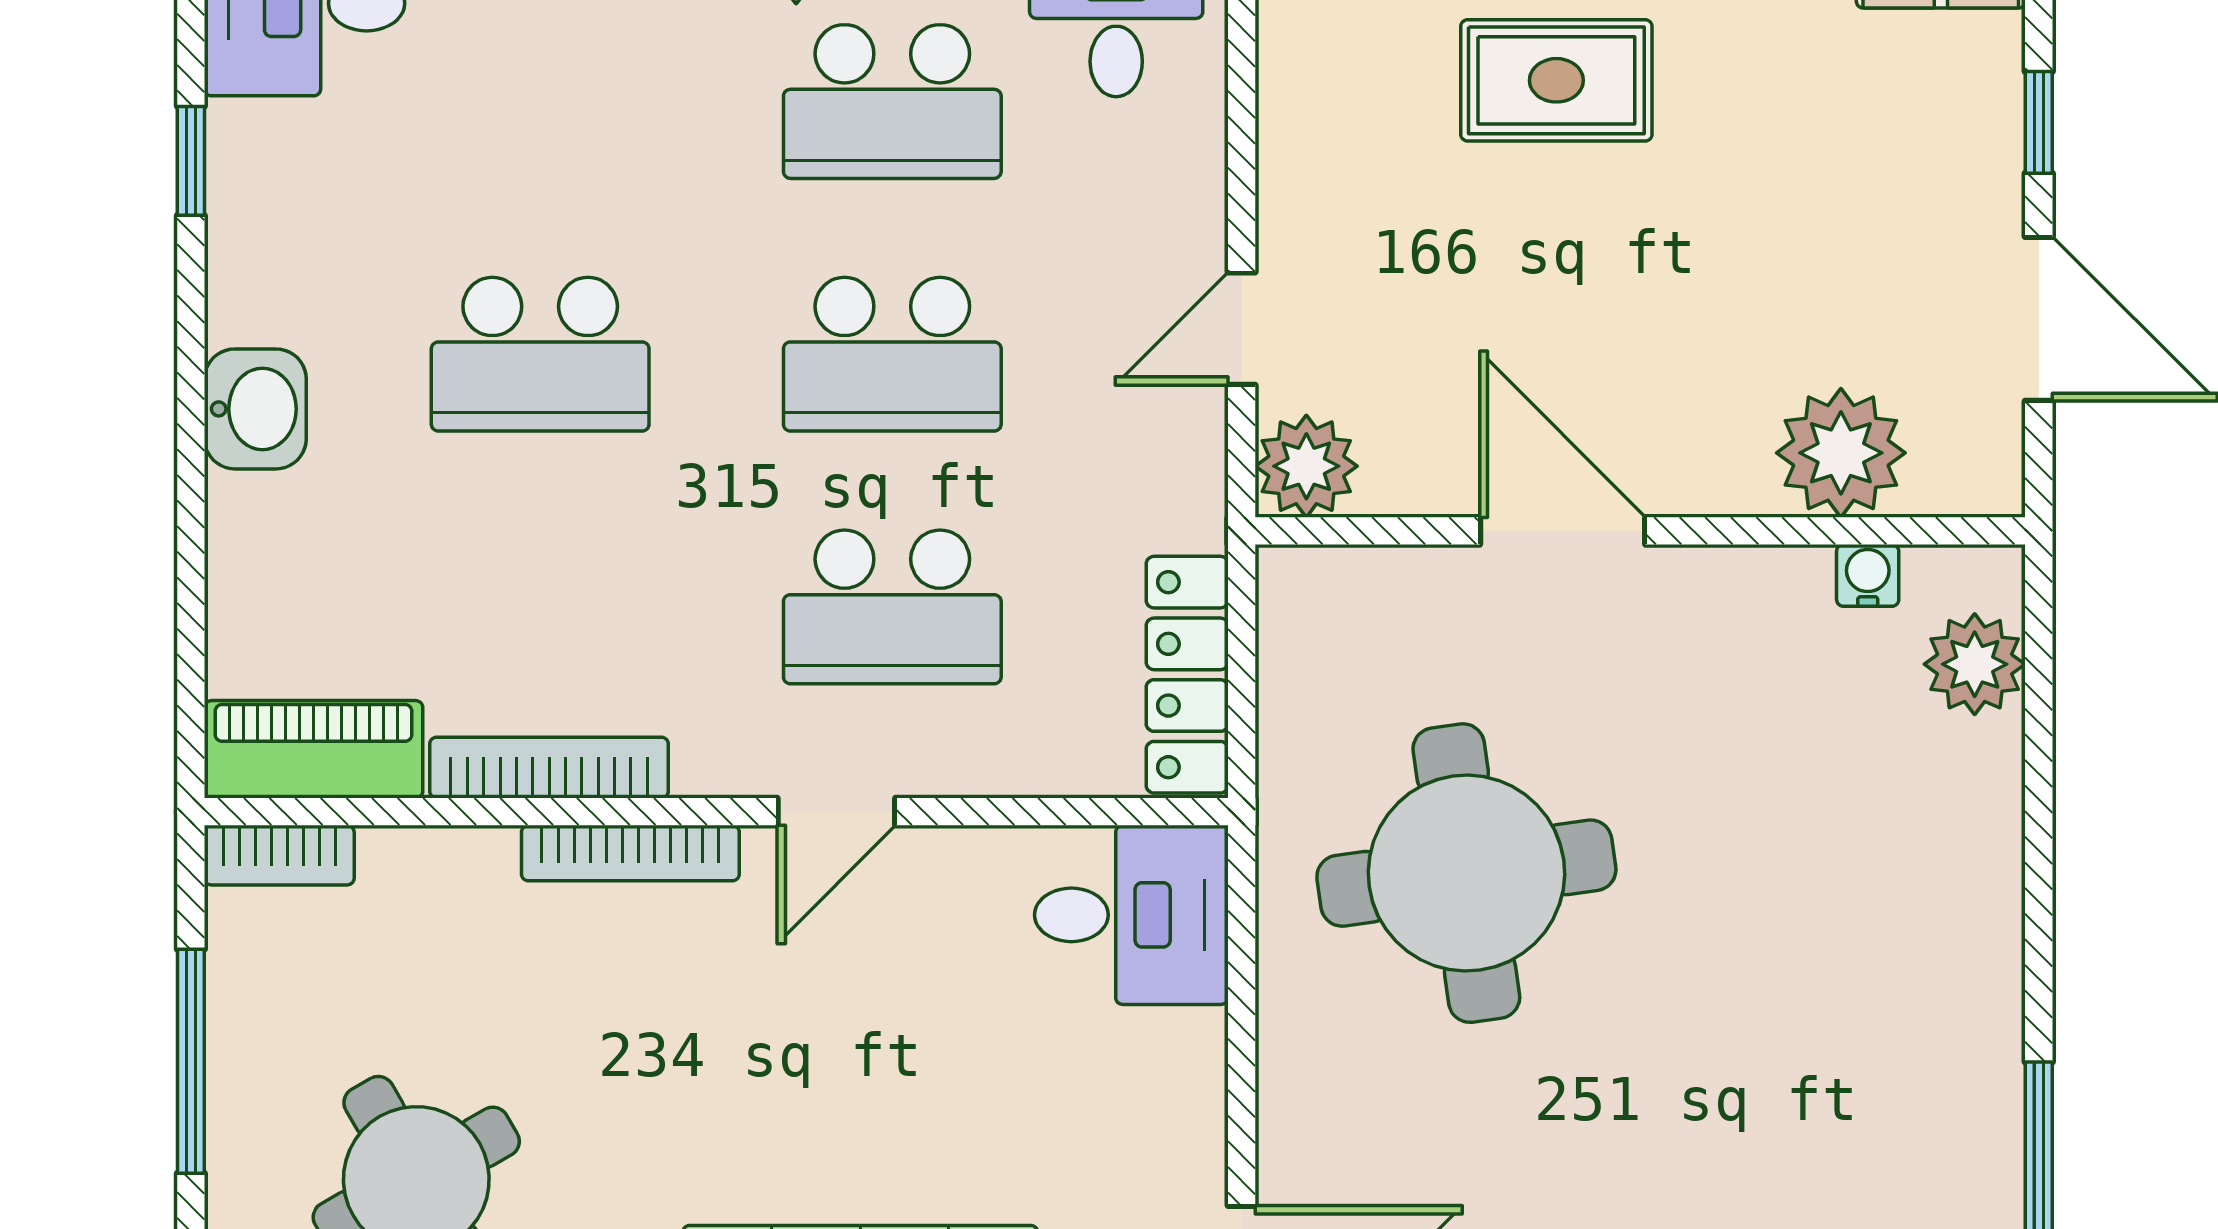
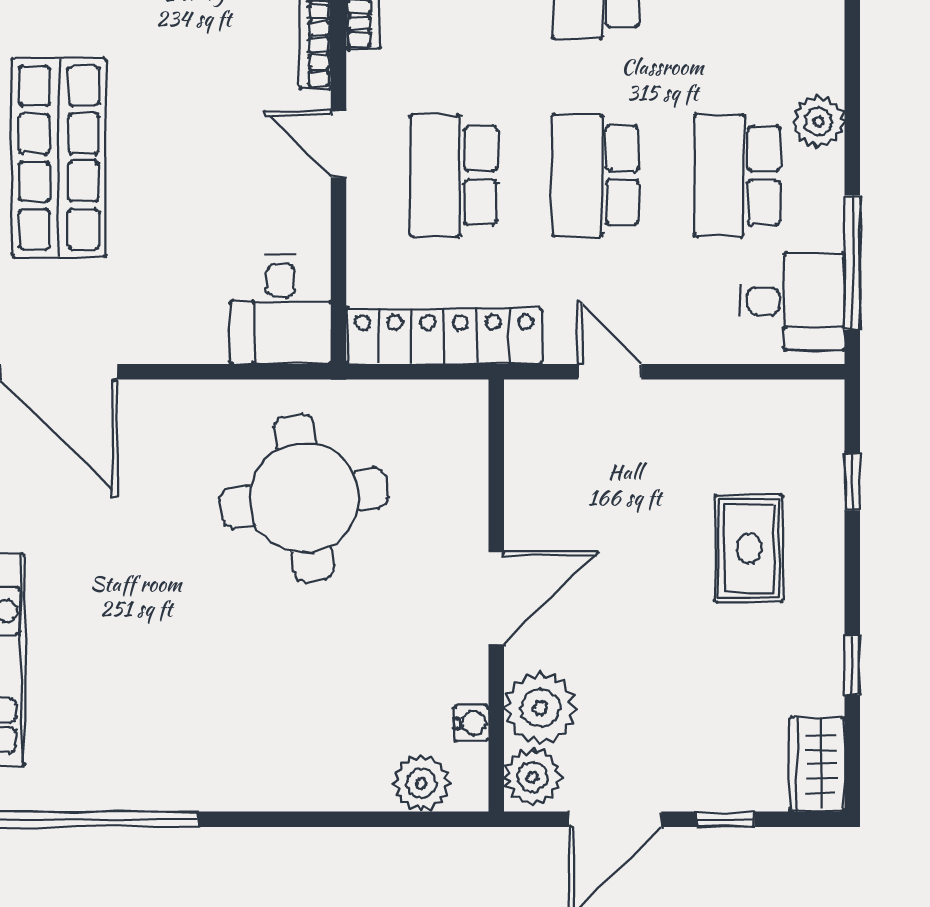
plant: (1306, 466) -> (532, 777), moved
door: (1563, 531) -> (496, 598), moved
locker: (1187, 675) -> (444, 336), width x1.41, depth x1.21

